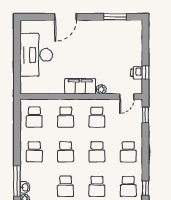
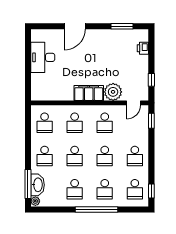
desk: (36, 55) -> (43, 57), width x0.73, depth x0.77
printer: (137, 73) -> (143, 48), moved
plant: (101, 89) -> (113, 92), width x1.88, depth x1.88
washbasin: (25, 187) -> (38, 185), width x1.91, depth x1.45

